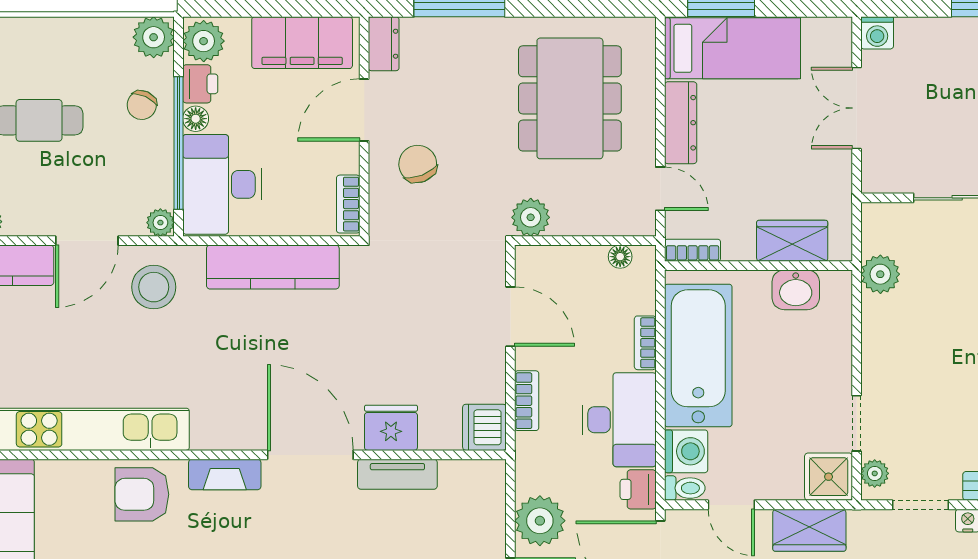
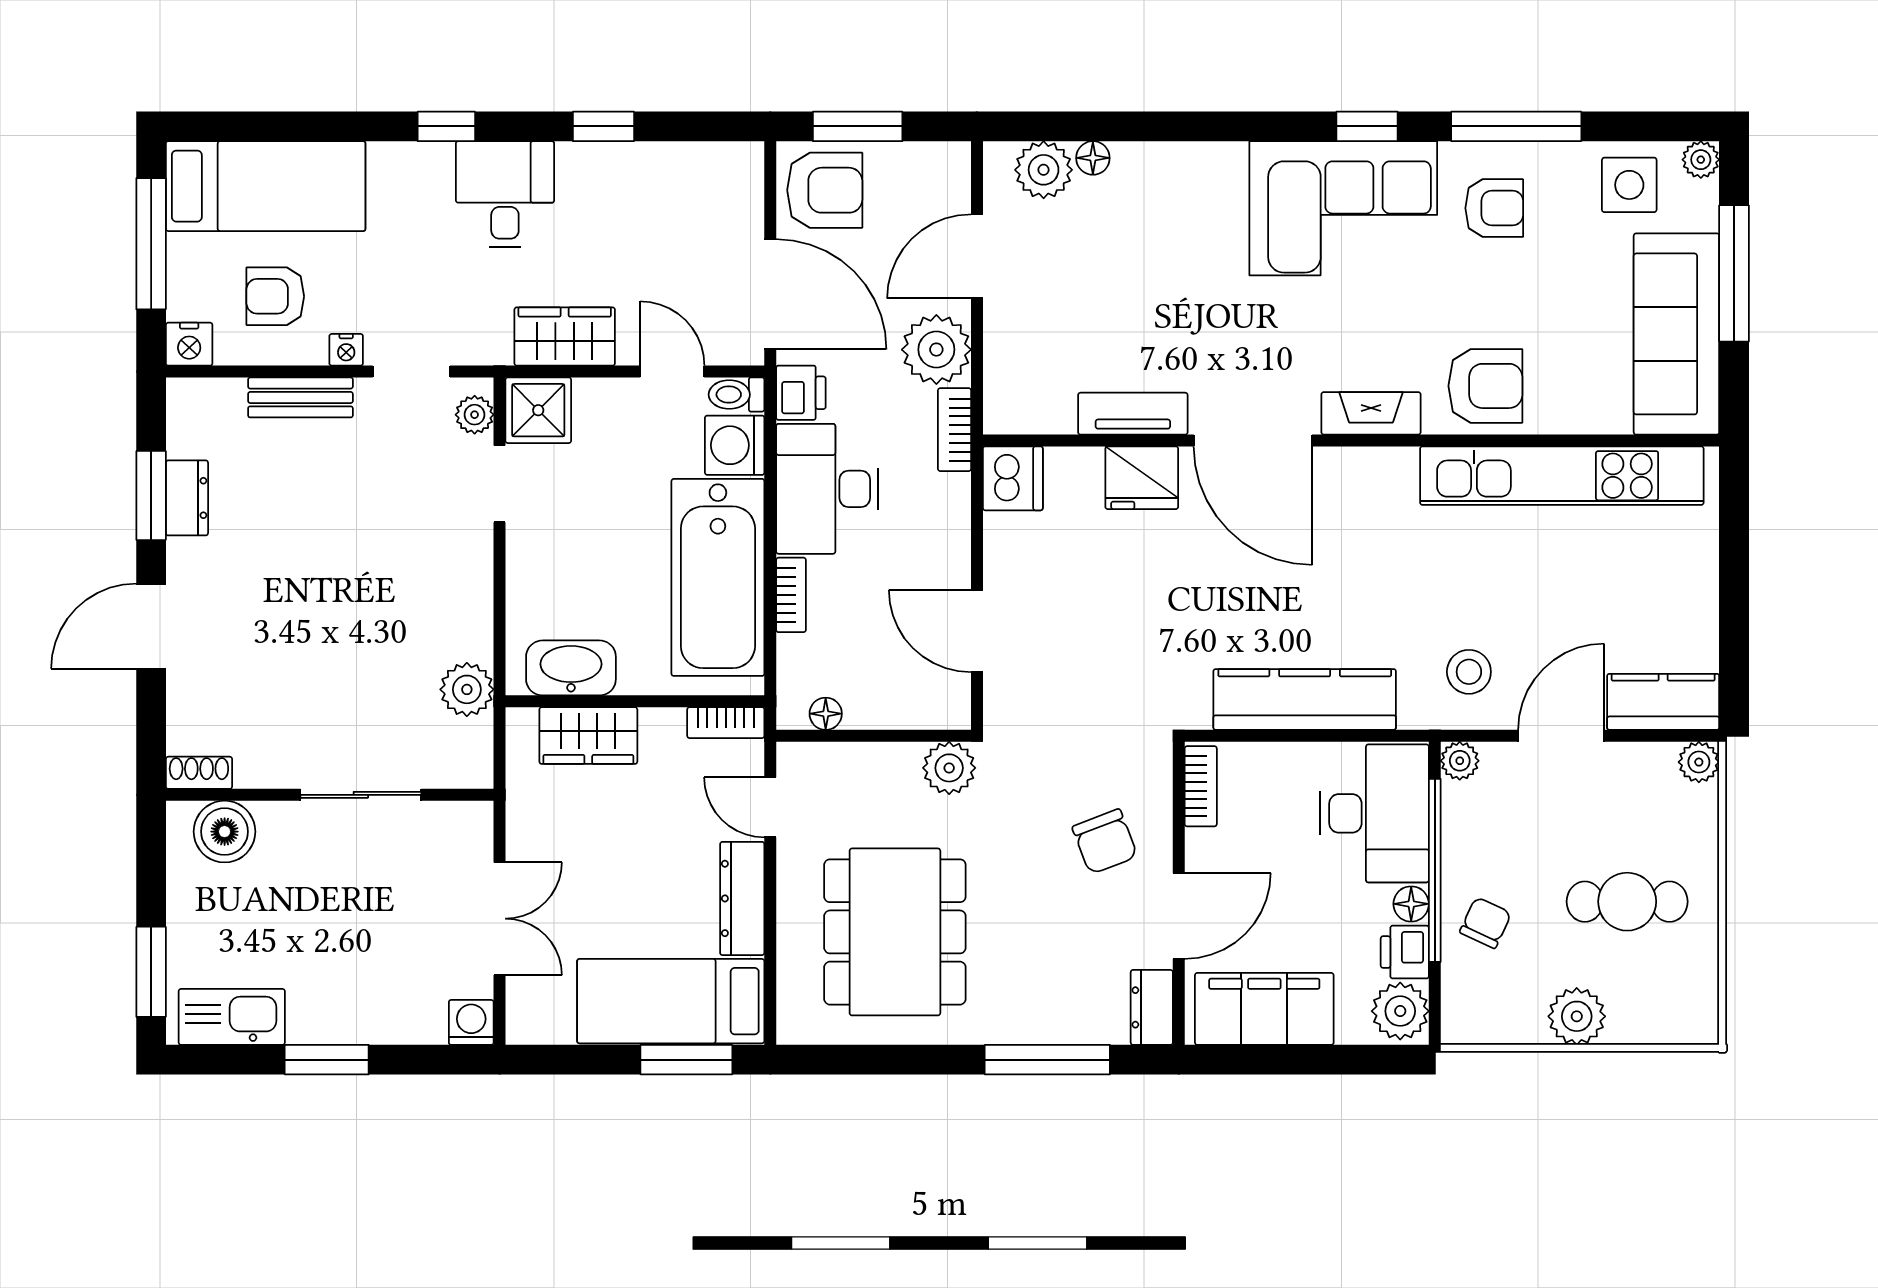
plant: (154, 37) -> (1577, 1016), moved
stool: (154, 287) -> (1469, 672), width x0.73, depth x0.73
washbasin: (796, 290) -> (571, 668), width x1.38
bookcase: (527, 401) -> (955, 430), moved

